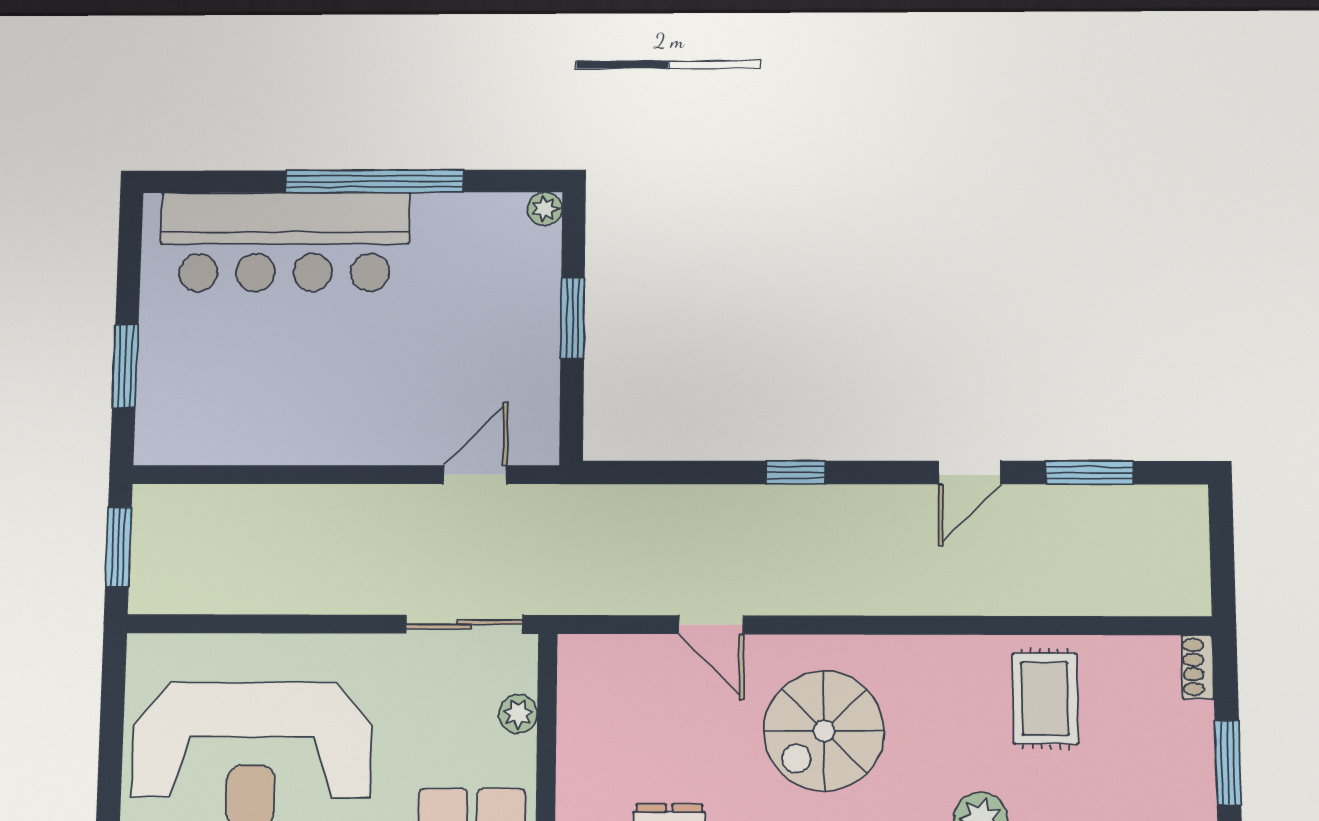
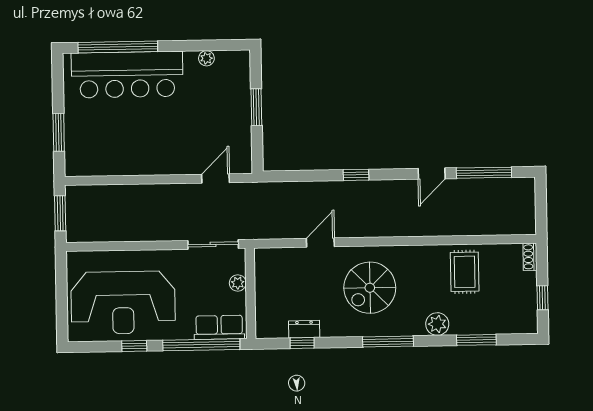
window: (374, 181) -> (118, 47), moved
plant: (545, 209) -> (206, 58), moved
window: (1090, 473) -> (484, 173), width x1.44
door: (711, 625) -> (320, 243), swing flipped
window: (1228, 763) -> (542, 298), width x0.67

